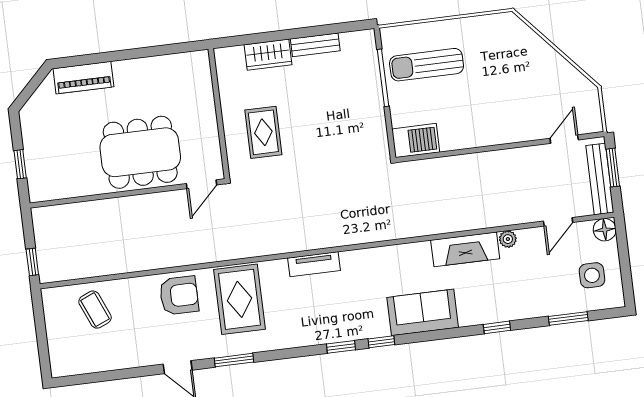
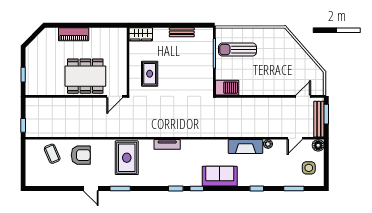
wardrobe: (268, 55) -> (141, 34), moved
piano: (83, 78) -> (74, 34), moved
armchair: (179, 295) -> (81, 155), moved

